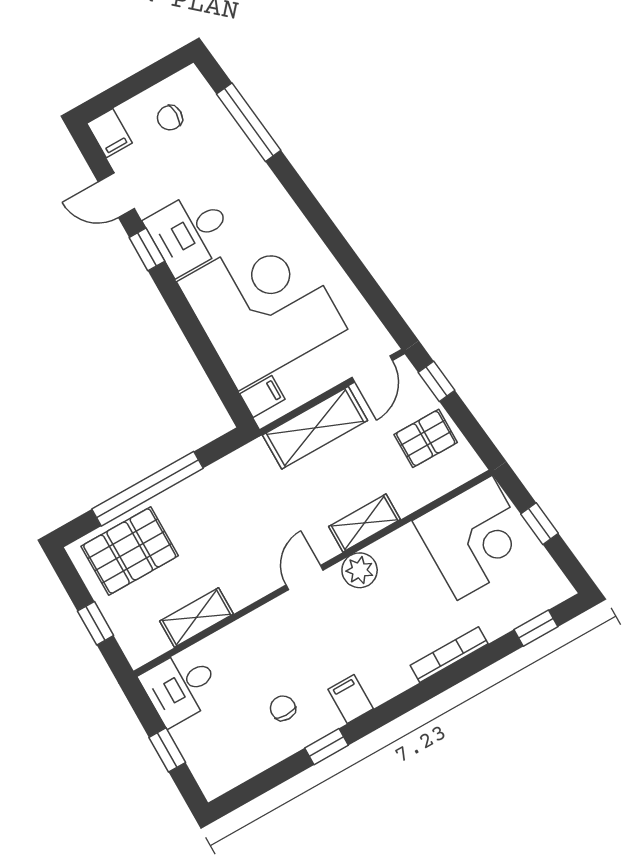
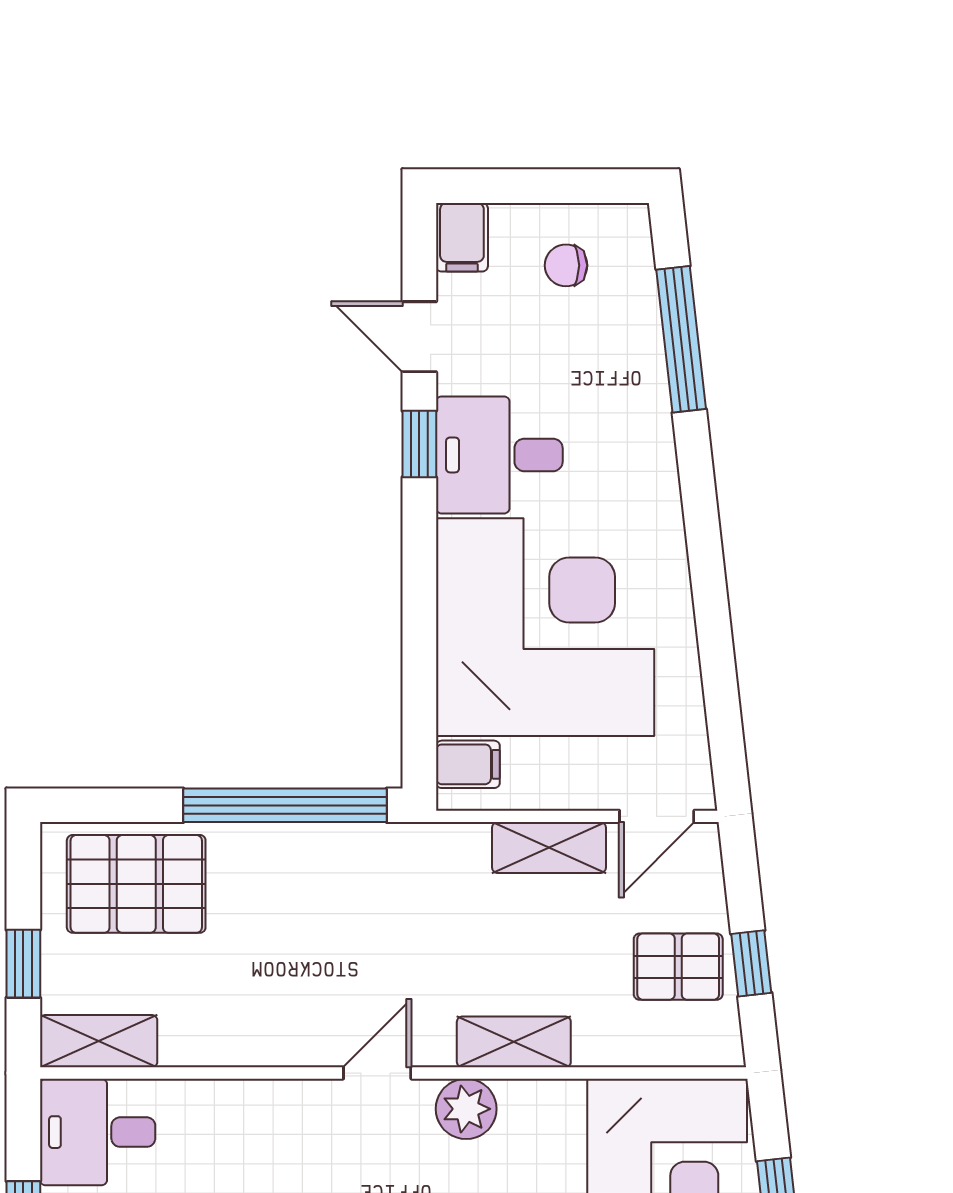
window: (437, 381) -> (751, 963), moved
shelving: (315, 428) -> (549, 848), width x0.67, depth x0.75
window: (148, 489) -> (285, 805), moved
shelving: (197, 618) -> (99, 1041), moved

